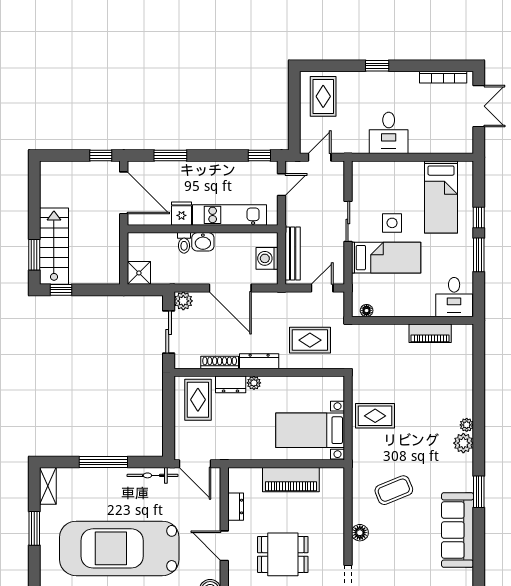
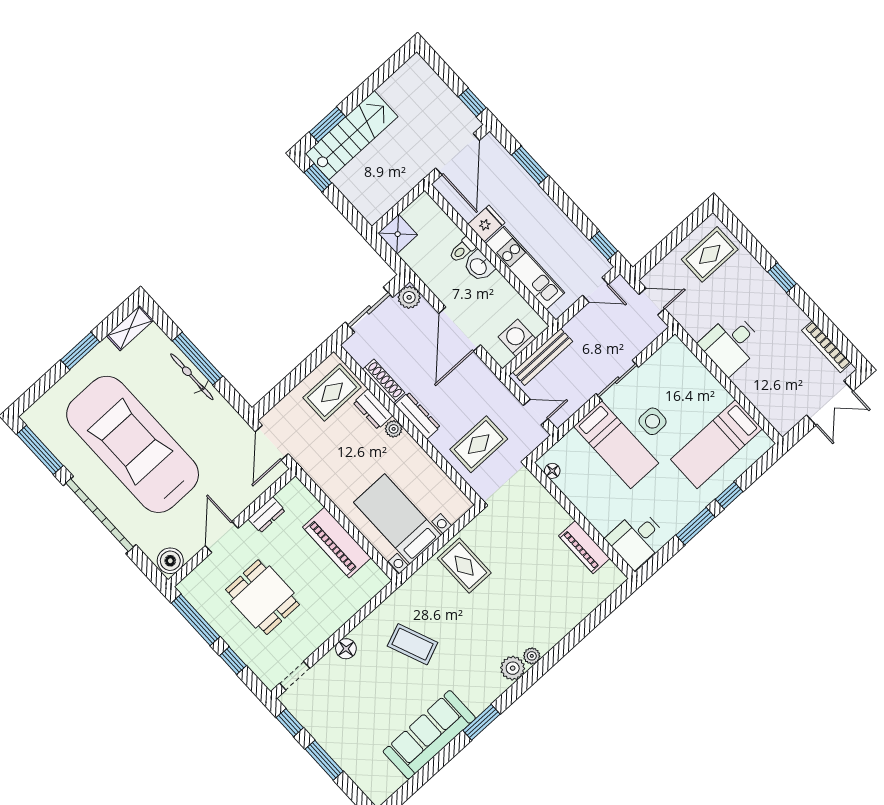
rug: (310, 340) -> (479, 444), turned 90
bicycle: (153, 475) -> (192, 377), moved

